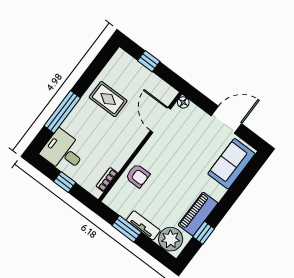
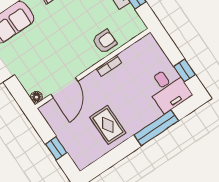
armchair: (138, 176) -> (105, 41), turned 90
bookcase: (107, 180) -> (109, 66), moved
window: (65, 182) -> (185, 70), moved

